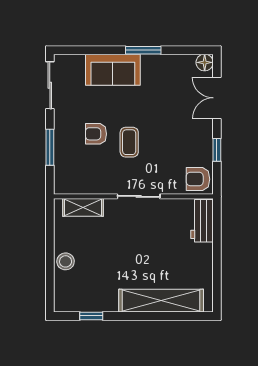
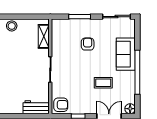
window: (143, 50) -> (137, 72), width x2.11
coffee table: (129, 142) -> (103, 83), moved
armchair: (198, 179) -> (61, 105), turned 90

